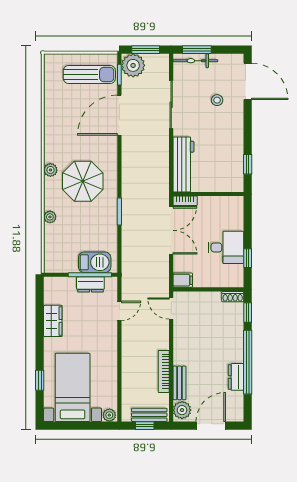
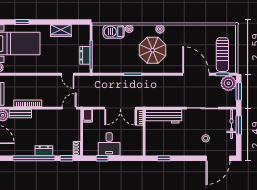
barbecue: (95, 262) -> (114, 32), moved, turned 90
dresser: (236, 377) -> (44, 151), moved

